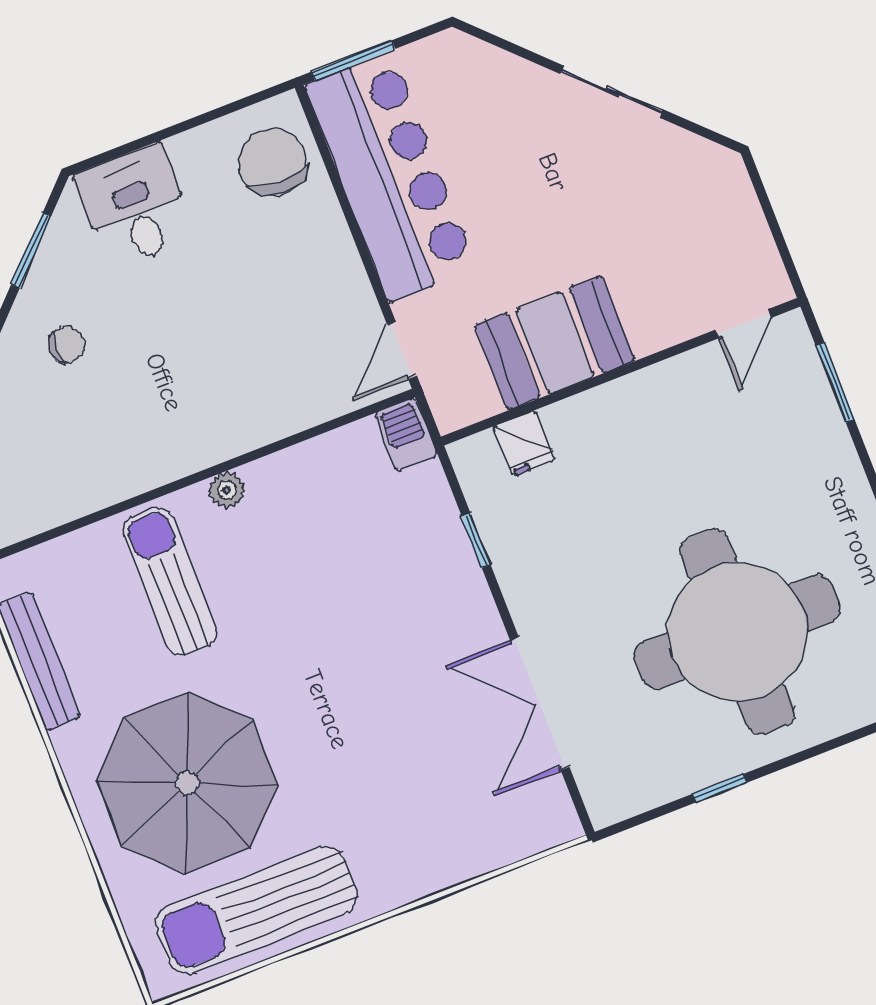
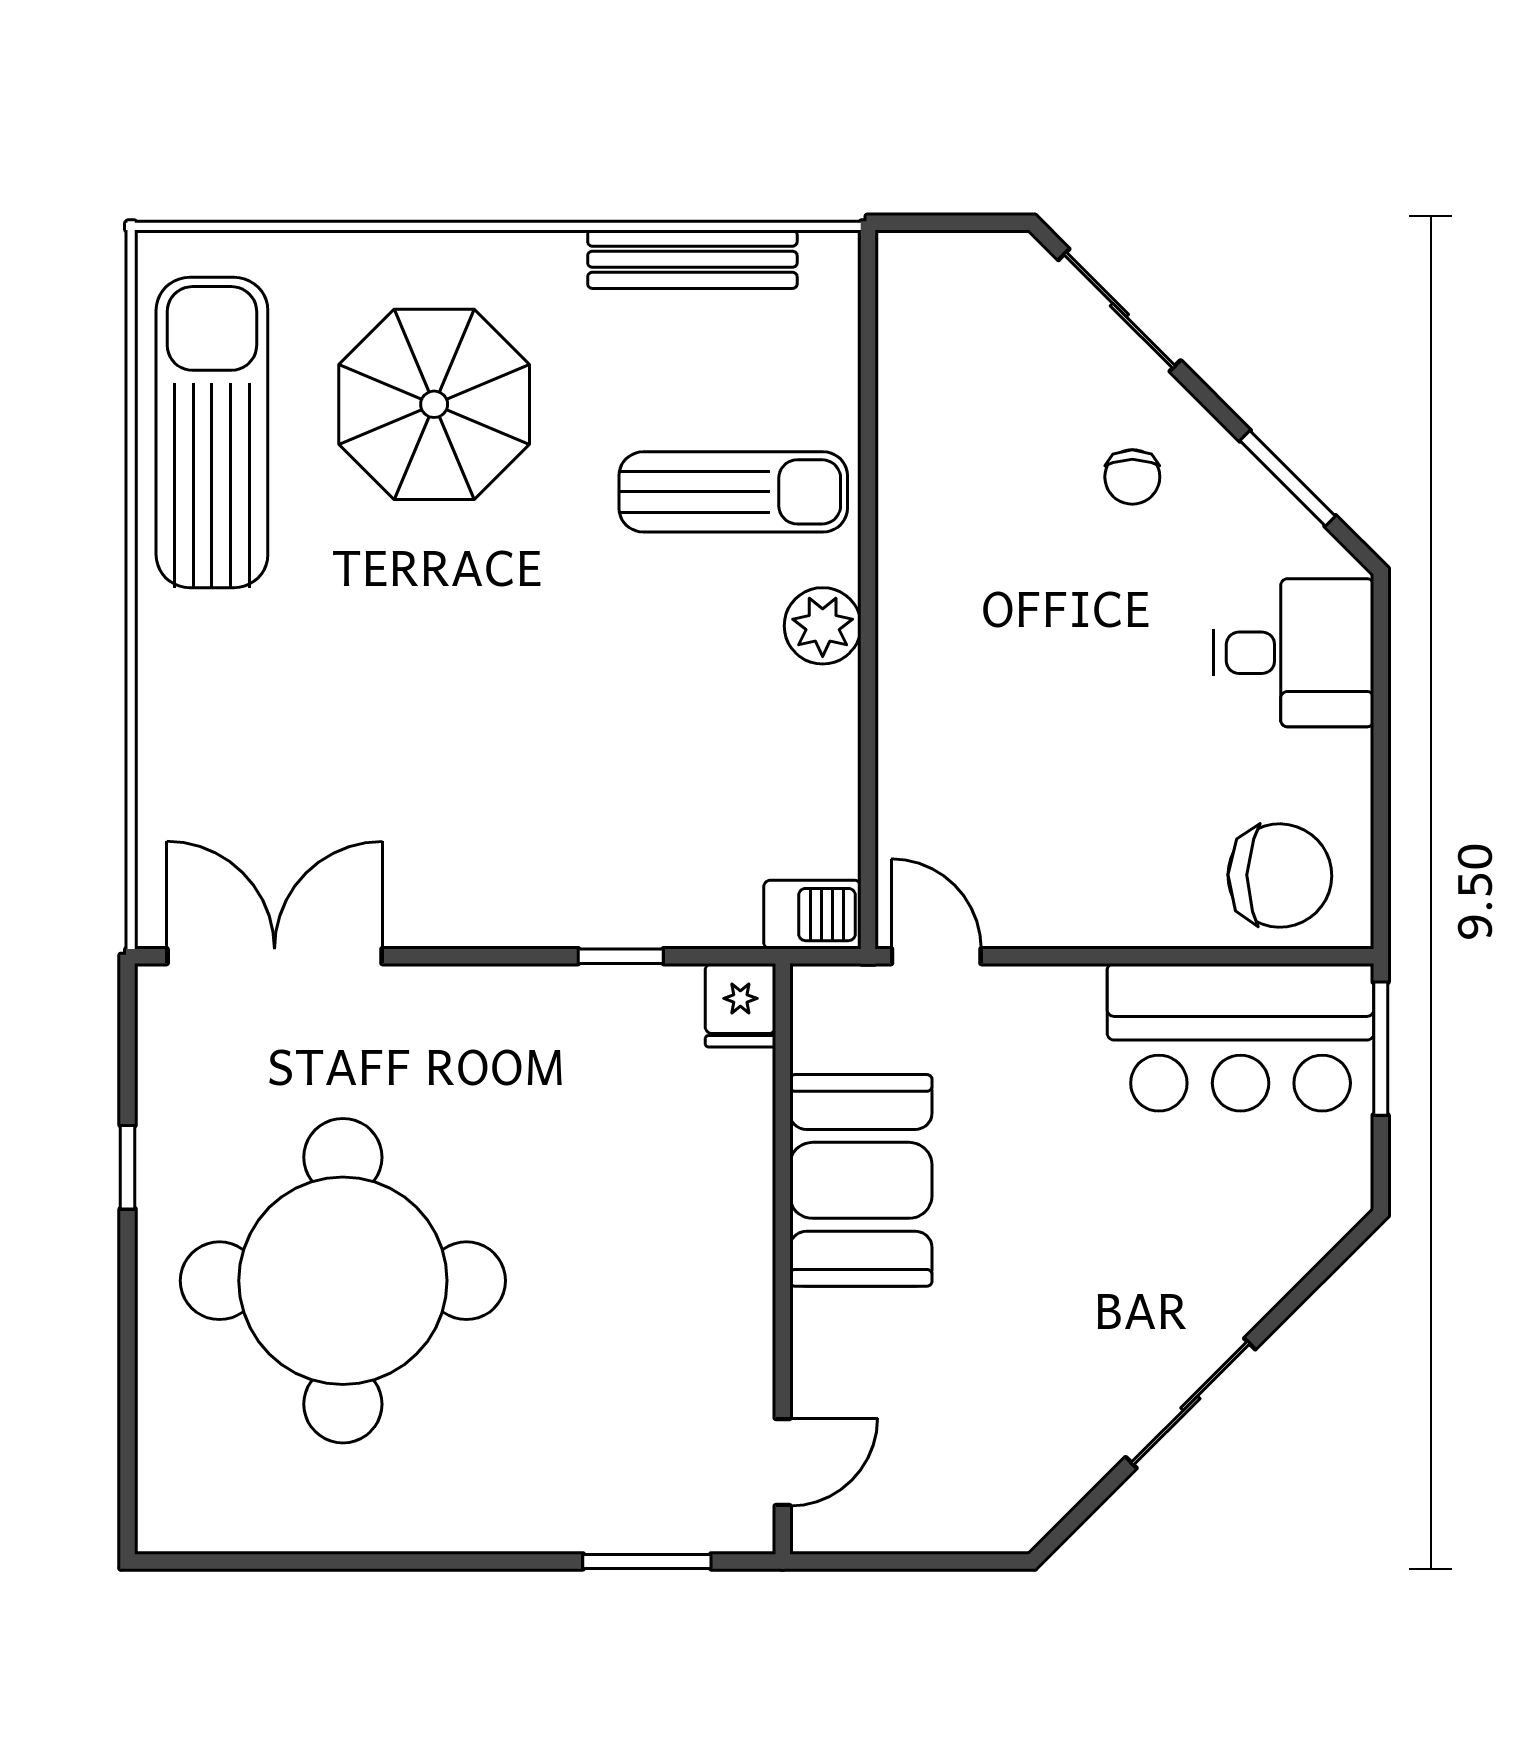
bar counter: (391, 177) -> (1241, 1037), width x0.73
door: (743, 324) -> (783, 1462), swing flipped
fridge: (524, 443) -> (740, 1005), moved, turned -90
plant: (227, 490) -> (823, 626), width x1.38, depth x1.38
double door: (540, 704) -> (275, 956), moved
parasol: (187, 783) -> (434, 404), width x0.73, depth x0.73

